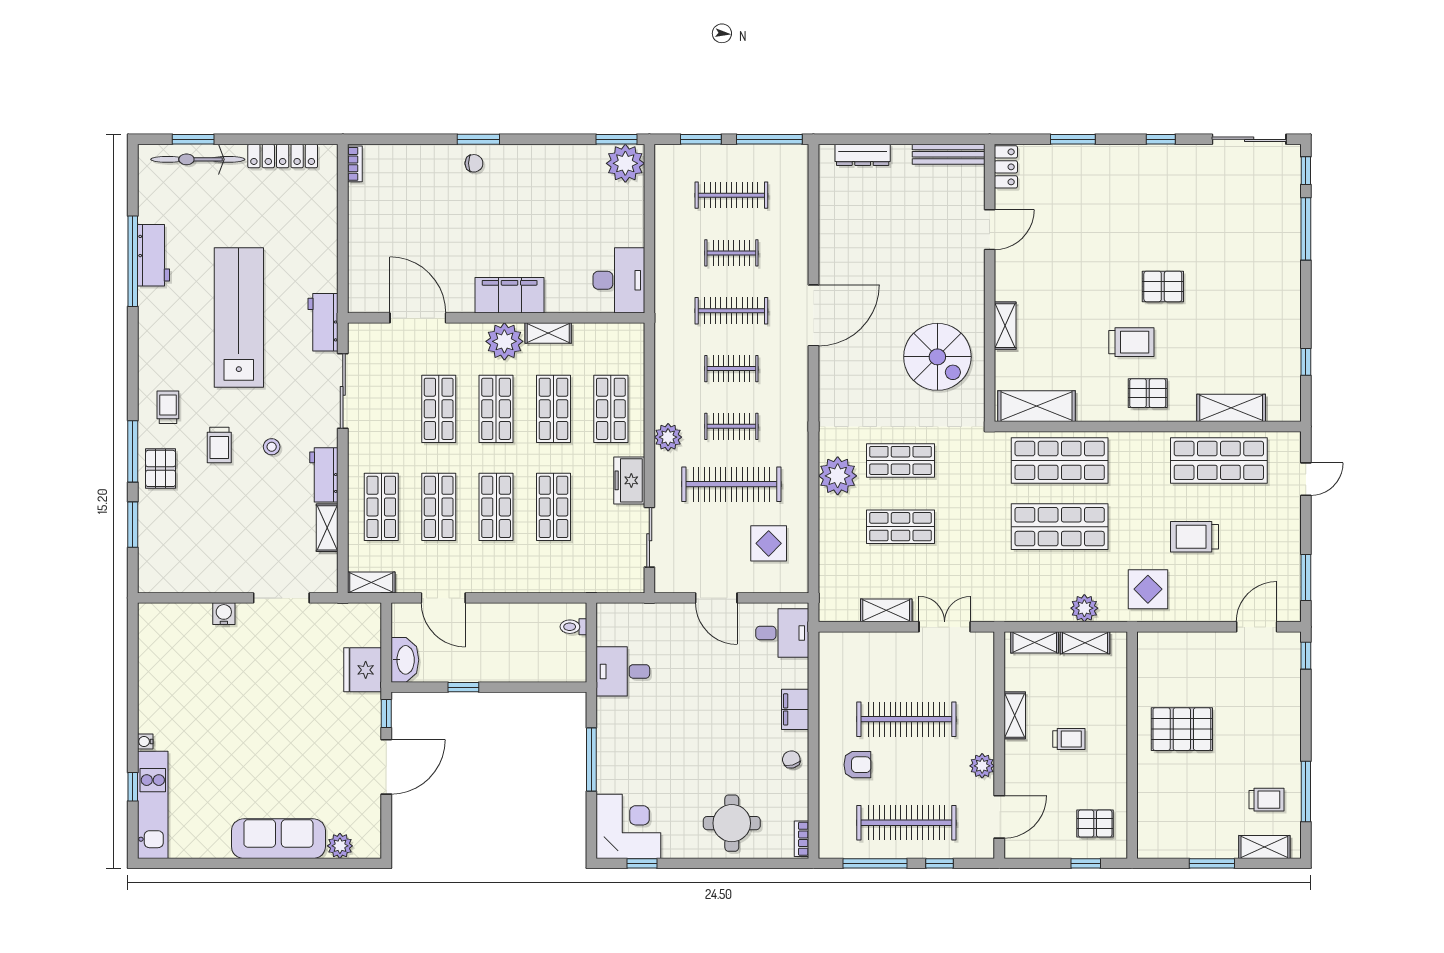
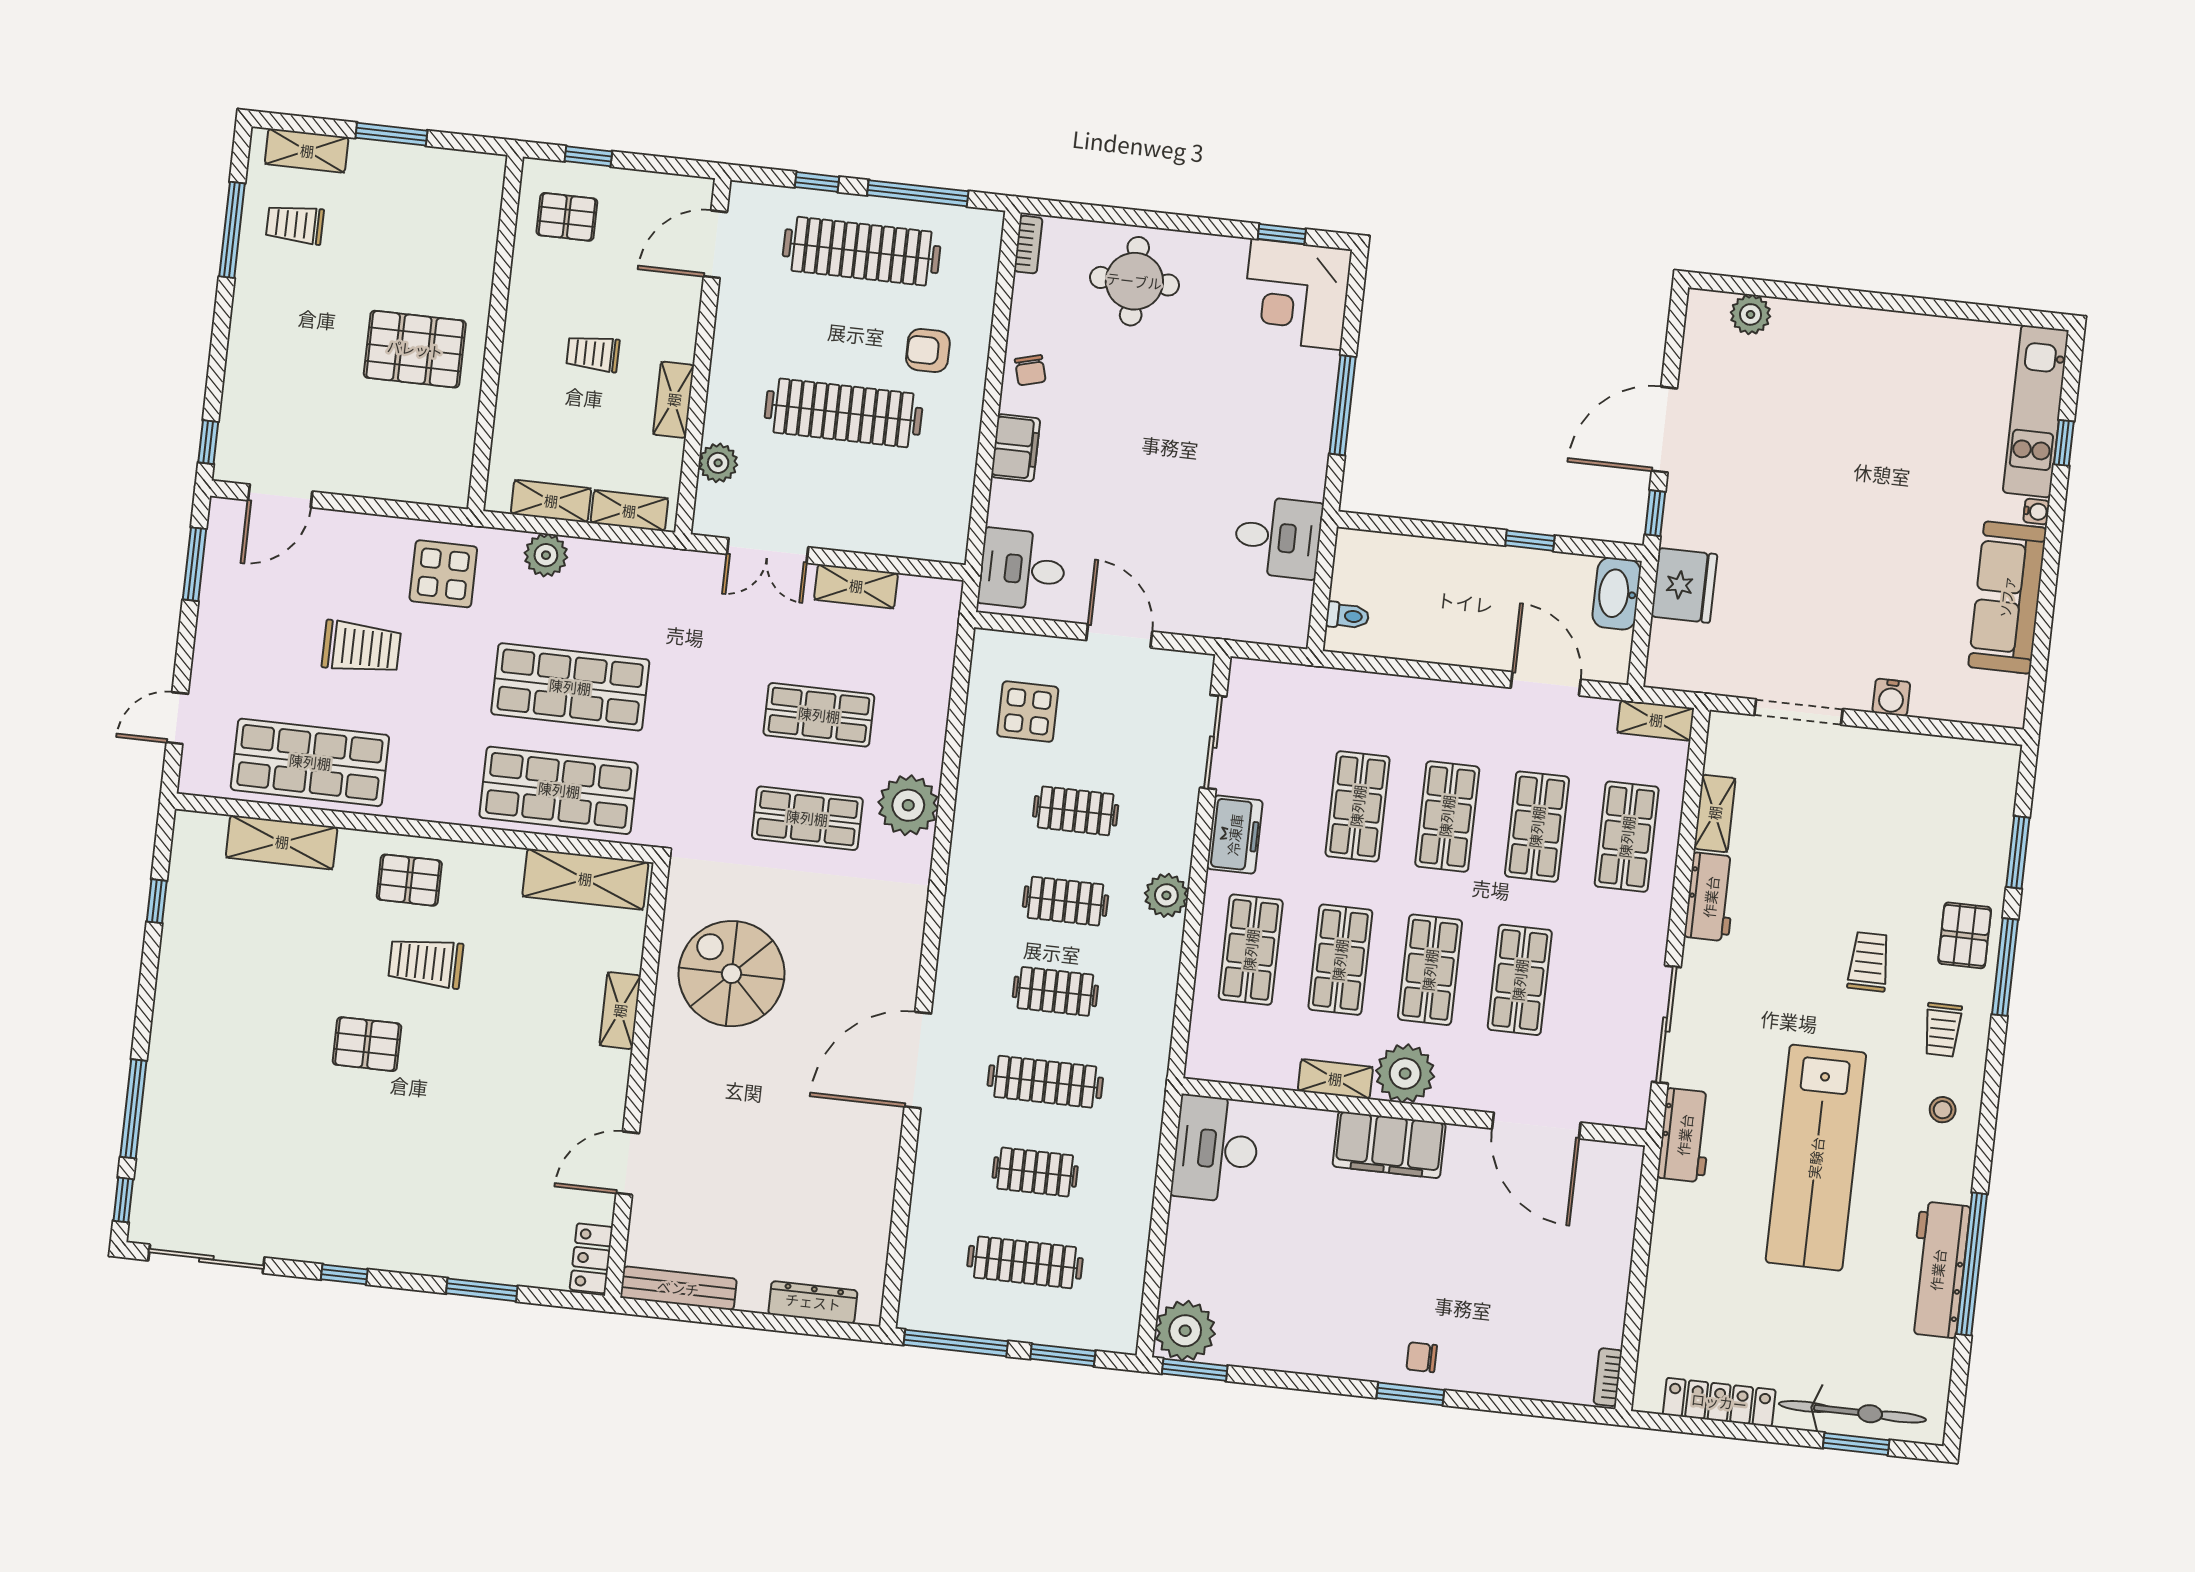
workbench: (154, 255) -> (1938, 1270), width x1.38
stool: (272, 447) -> (1943, 1110), moved
clothes rail: (731, 484) -> (1076, 811), width x0.54, depth x0.76
plant: (982, 766) -> (718, 463), moved
sofa: (278, 839) -> (2007, 597), moved, turned 90

